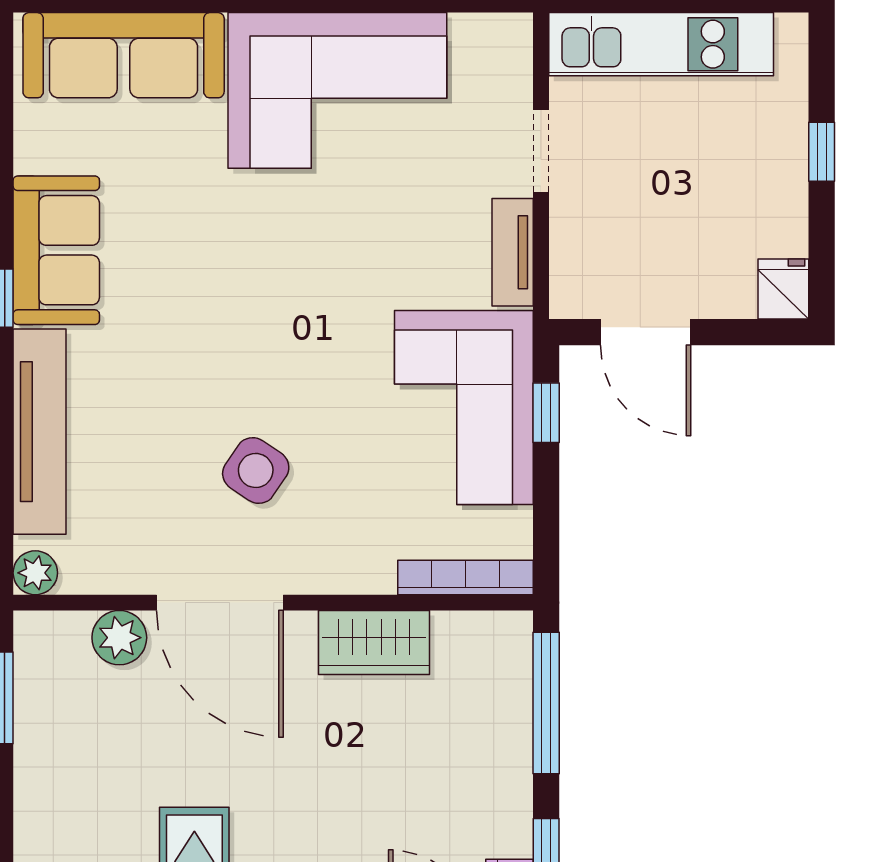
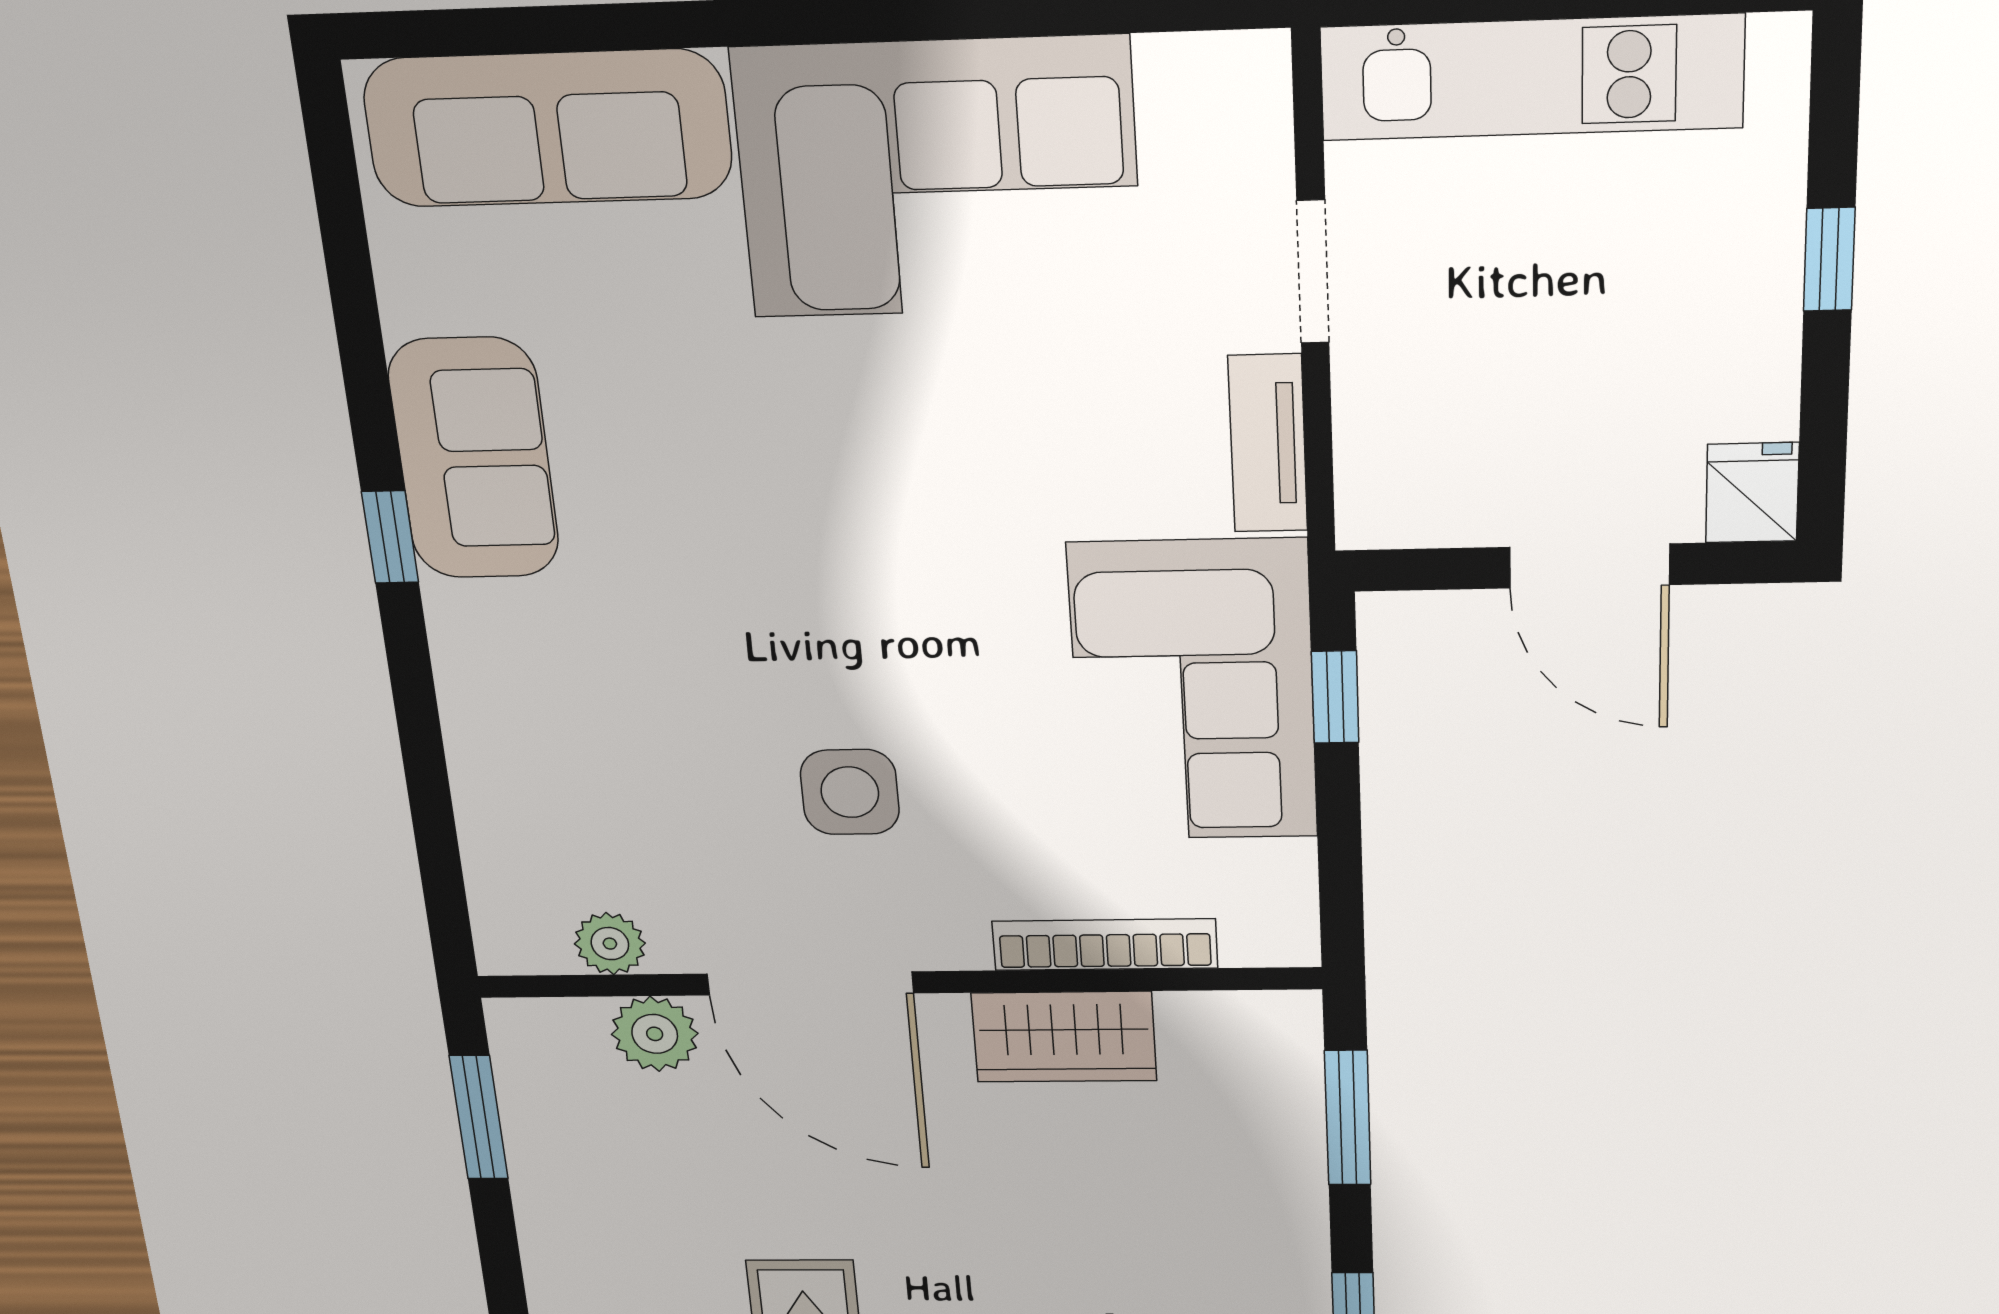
door: (646, 332) -> (1590, 566), moved
tv unit: (40, 432) -> (486, 740), removed
side table: (256, 470) -> (850, 792), turned -34
plant: (35, 573) -> (610, 944), moved
bookcase: (466, 577) -> (1105, 945), moved
window: (546, 703) -> (1348, 1118), width x0.69

